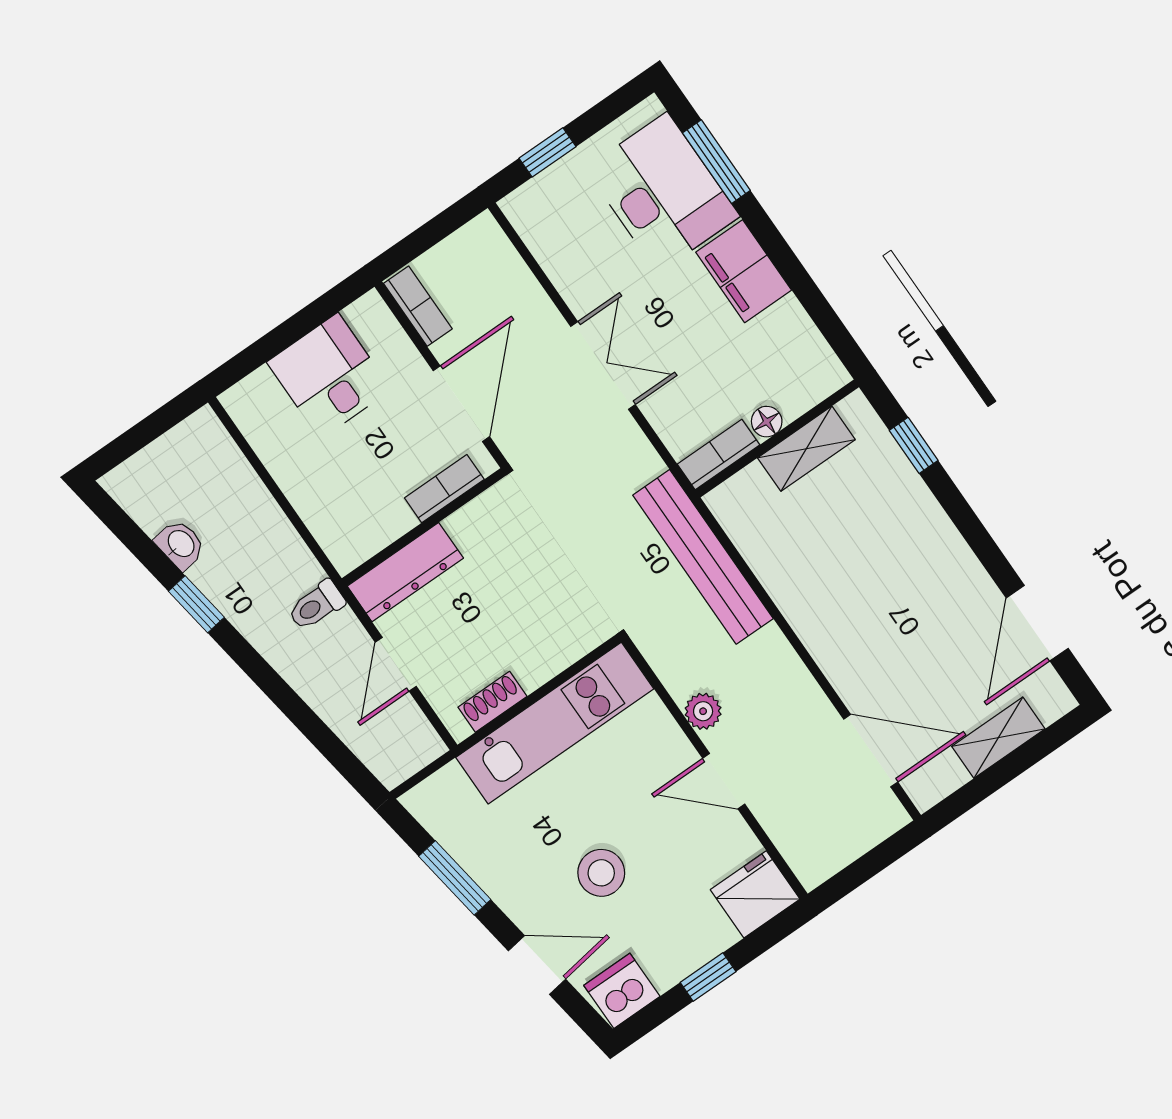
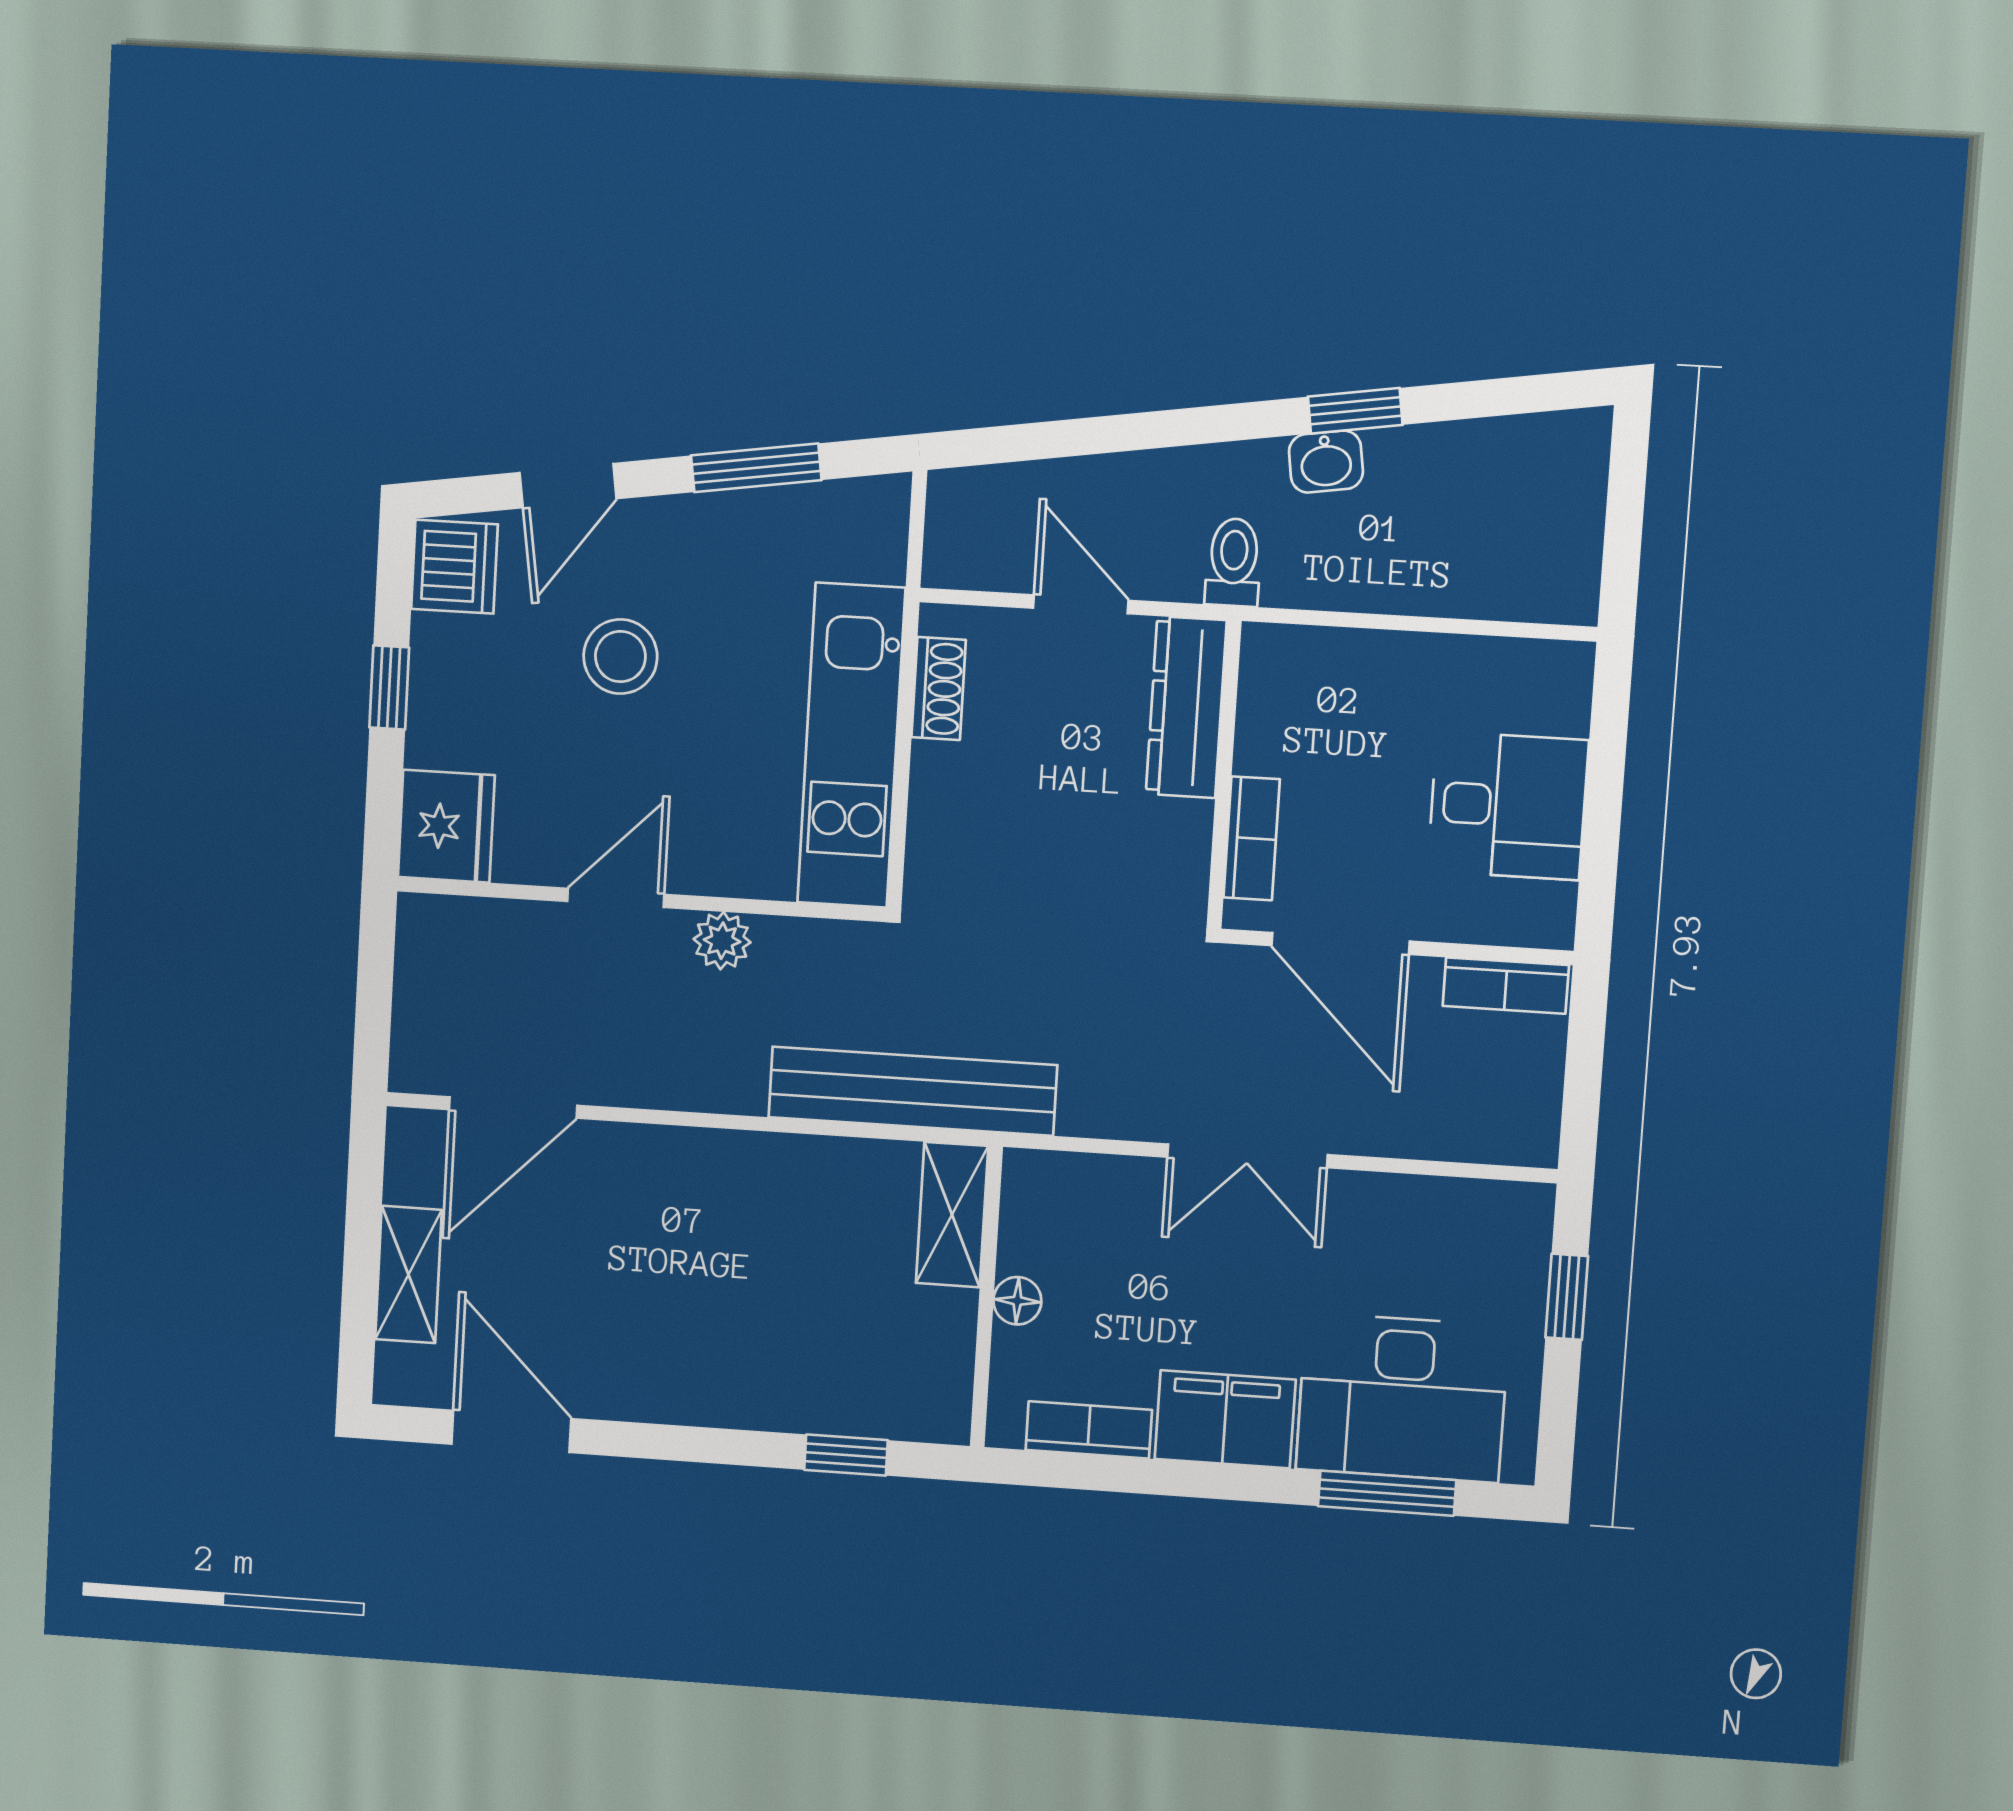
shelving: (806, 449) -> (952, 1215), moved
bookcase: (718, 454) -> (1089, 1430), moved, turned -90
washbasin: (180, 544) -> (1326, 462), moved

